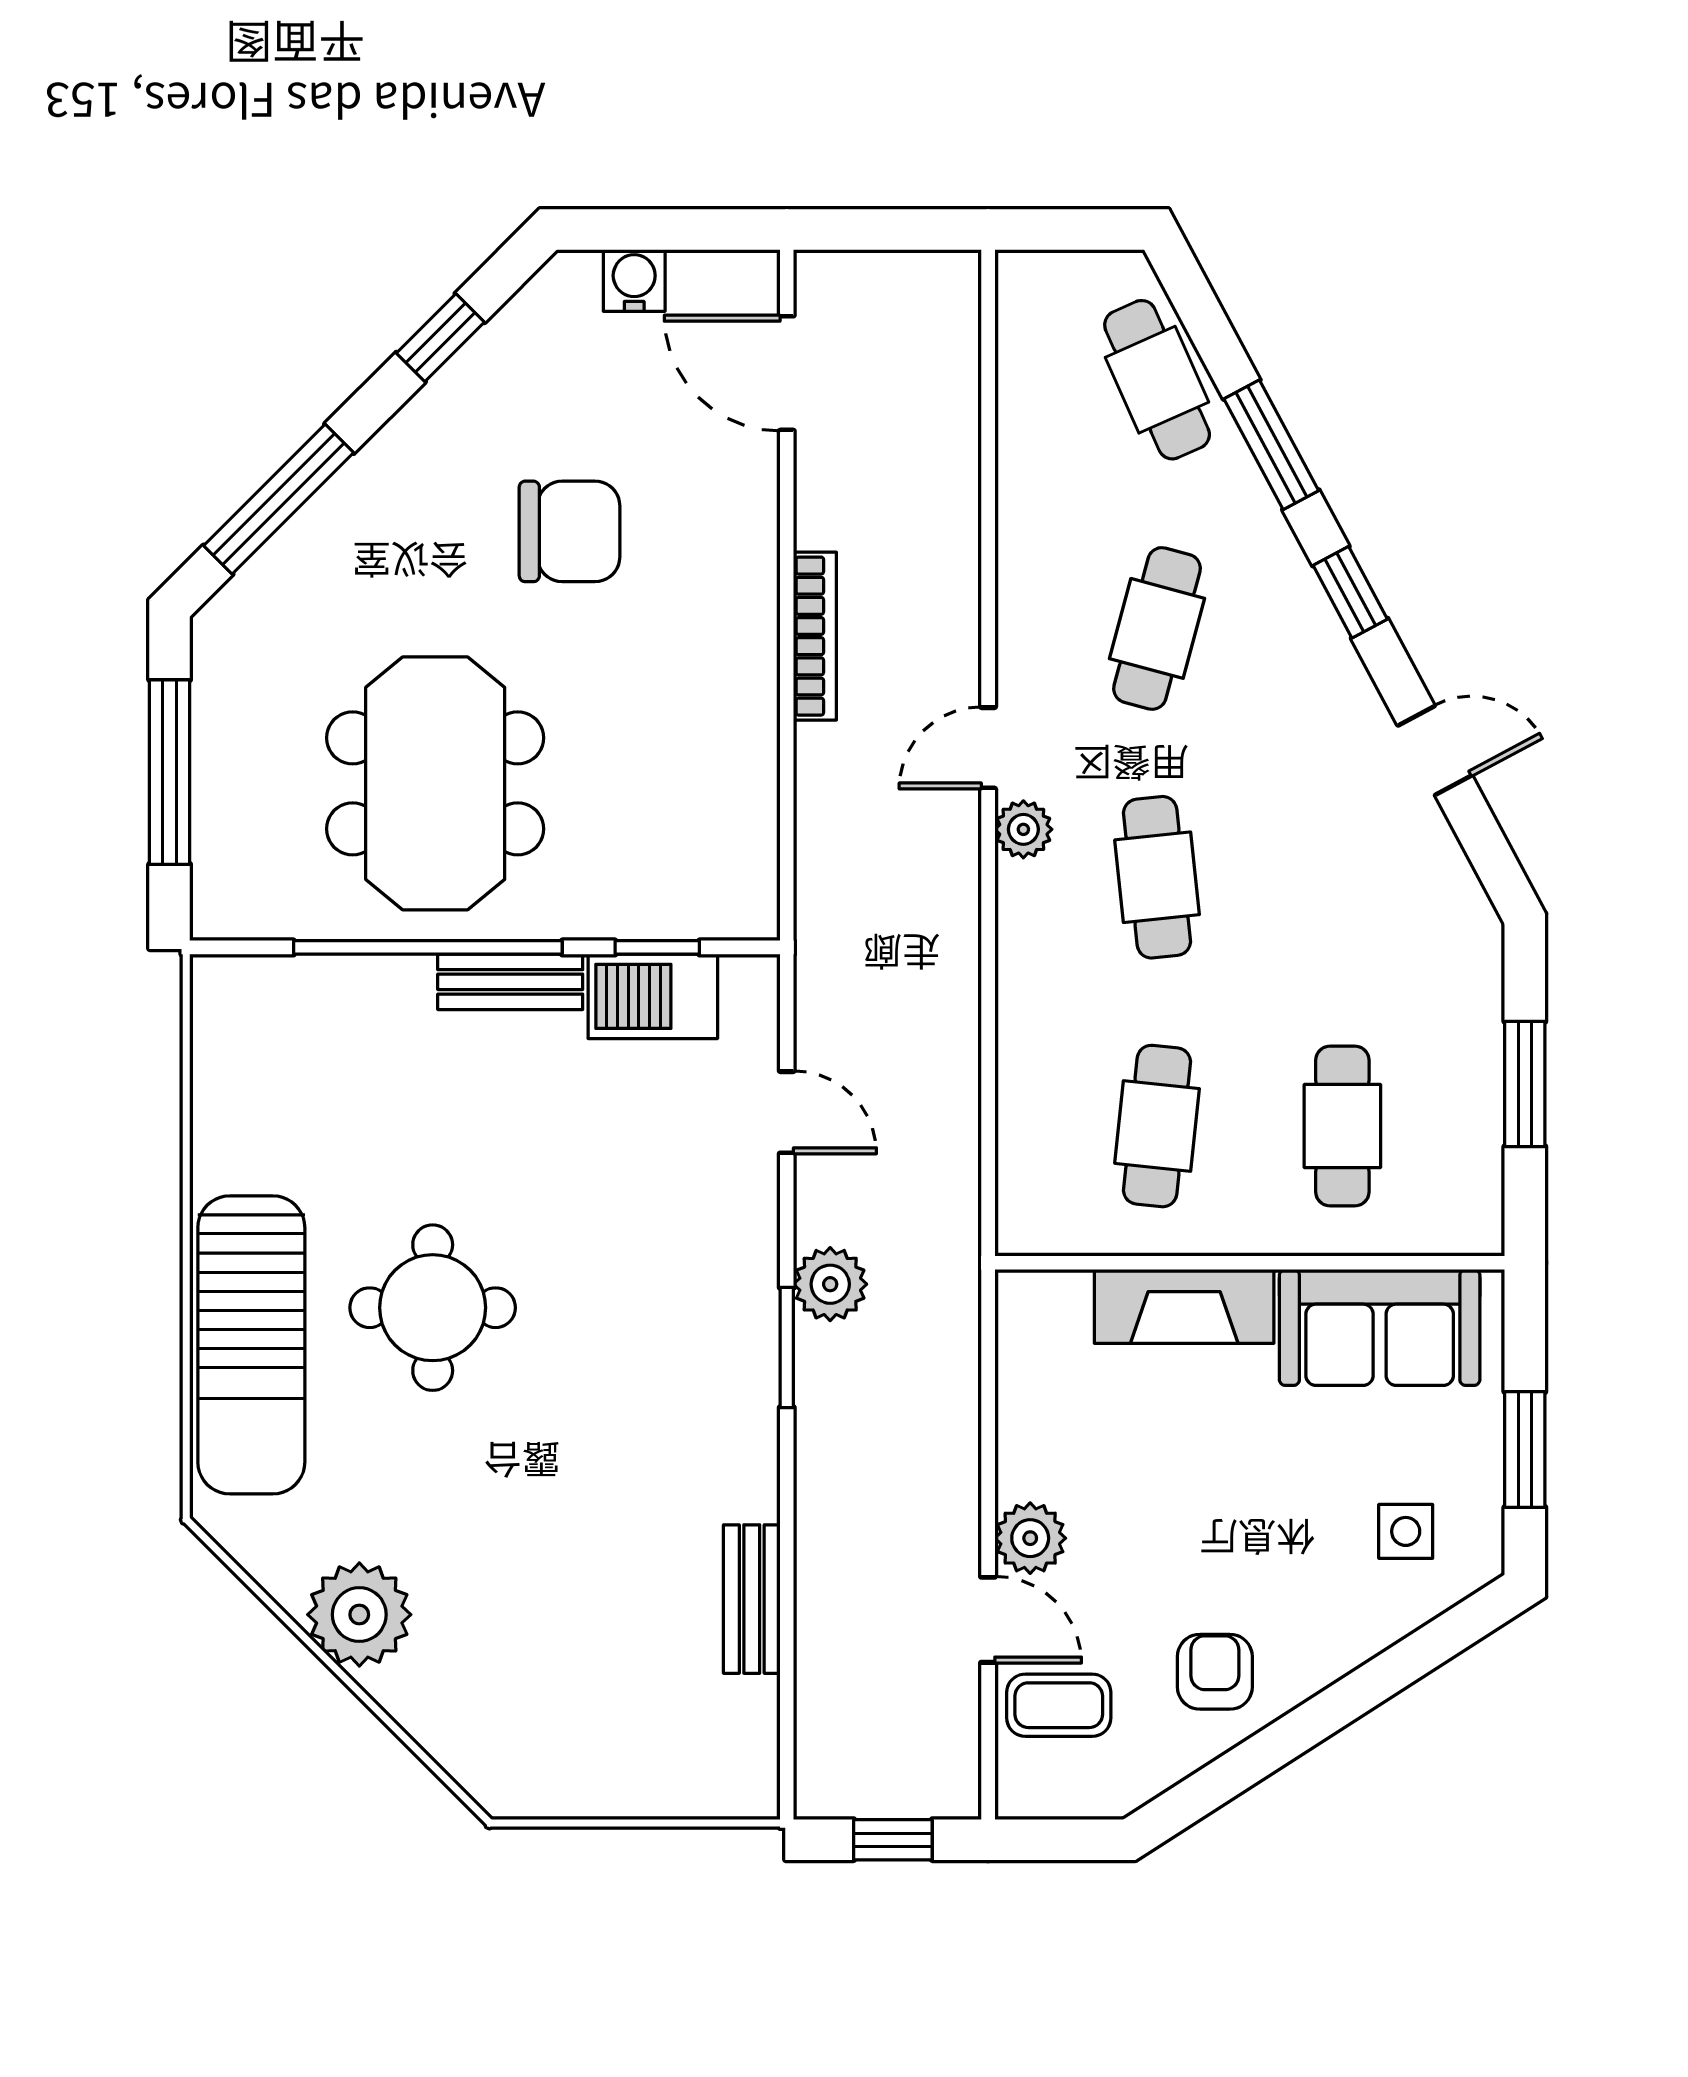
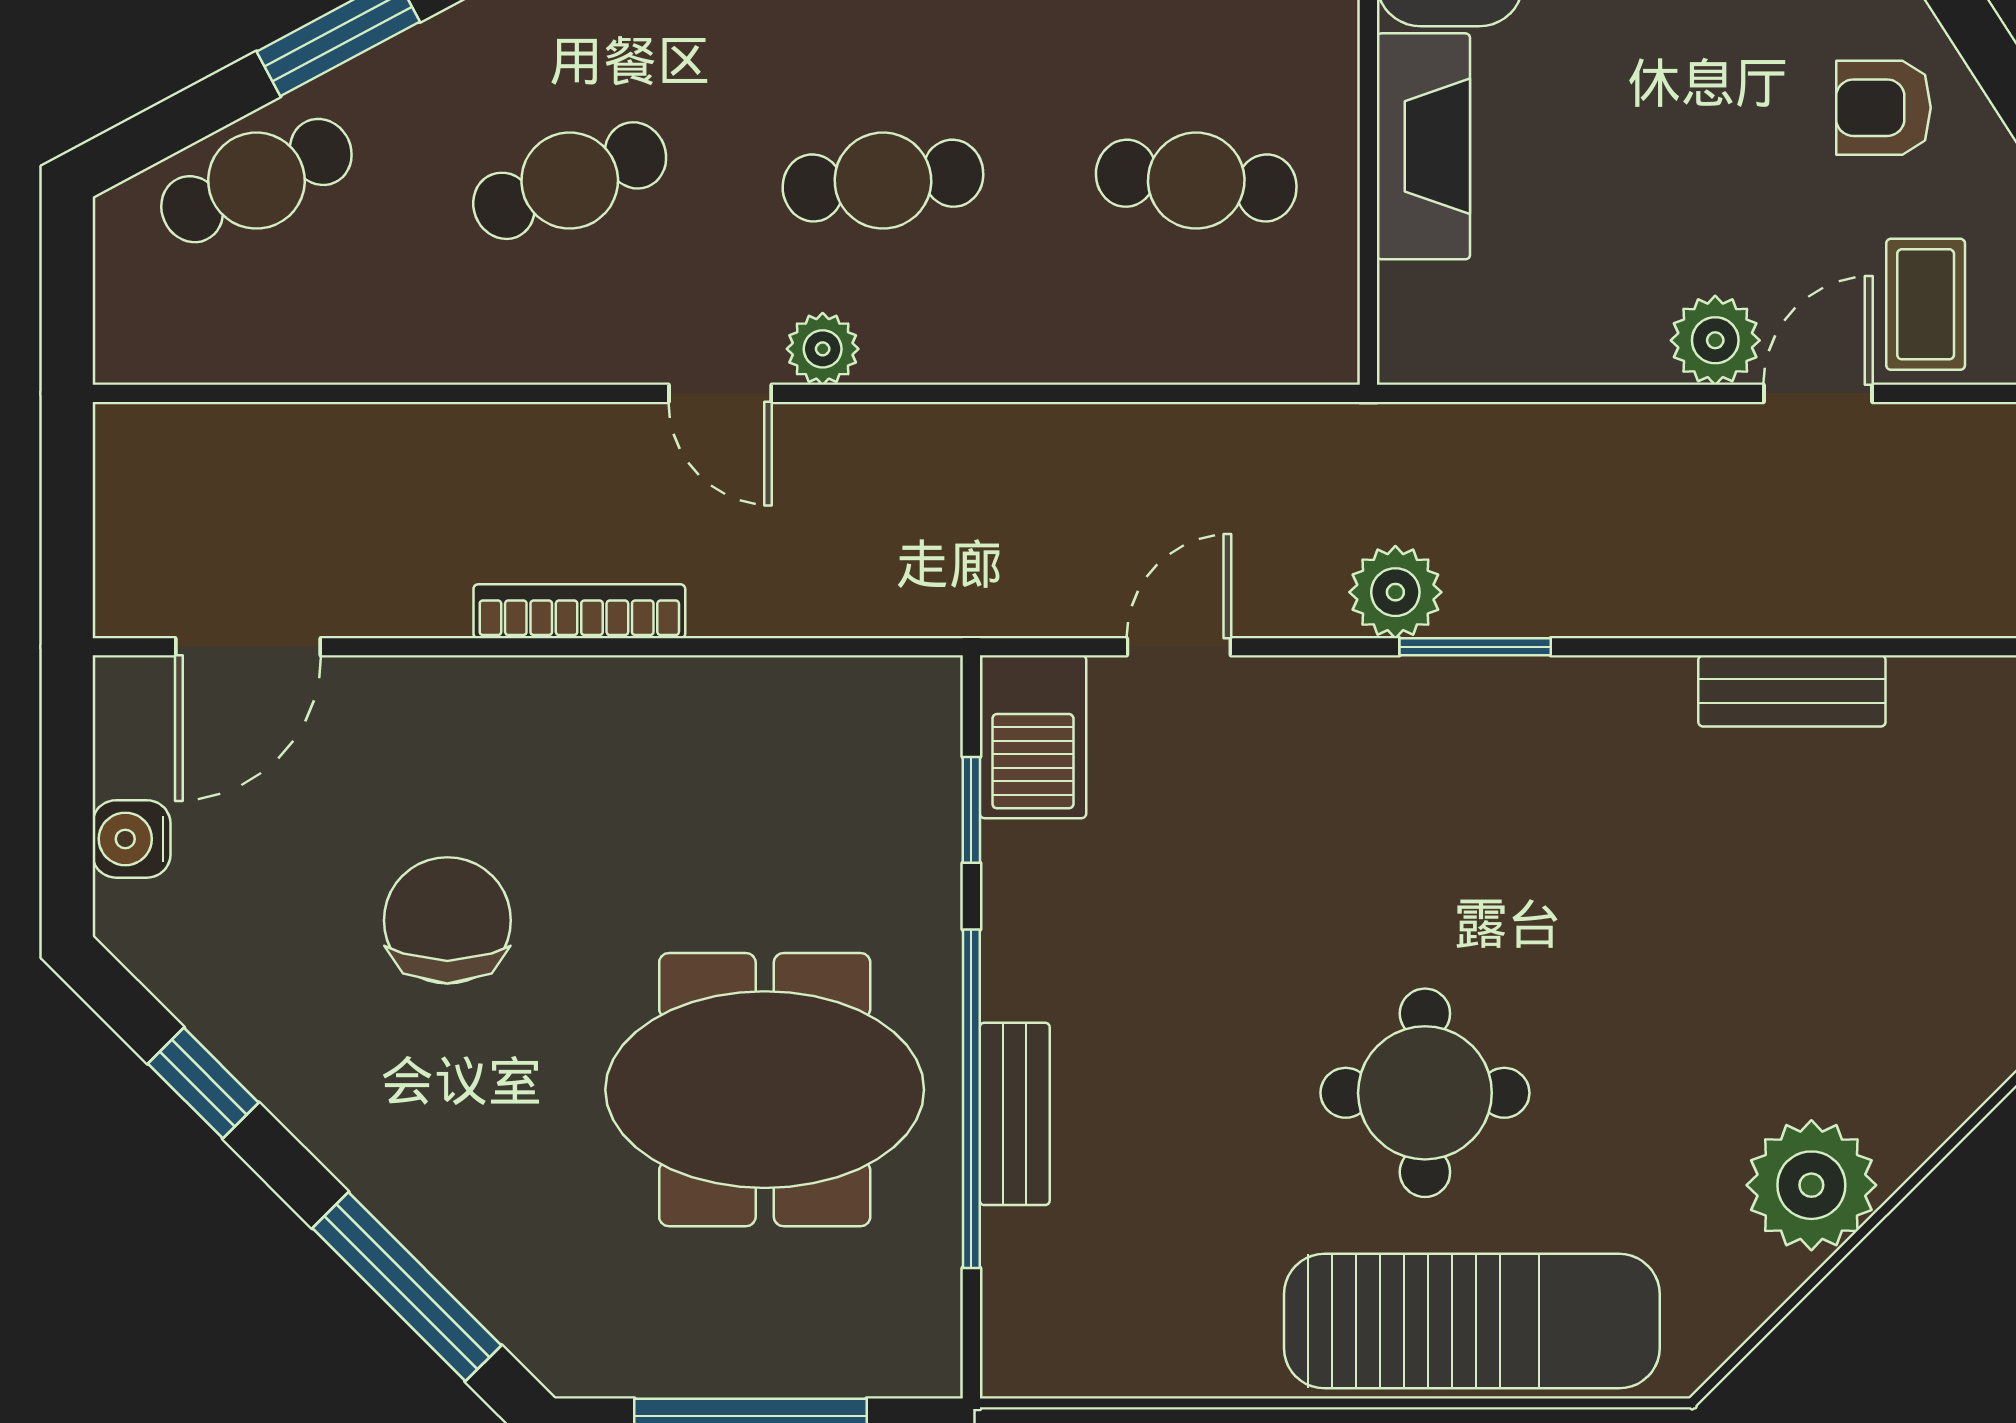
cafe table: (1157, 628) -> (570, 181), turned -36
bench: (510, 982) -> (1015, 1114), moved
barbecue: (653, 996) -> (1033, 737), moved

